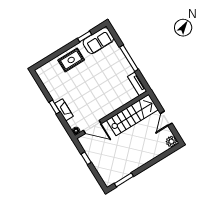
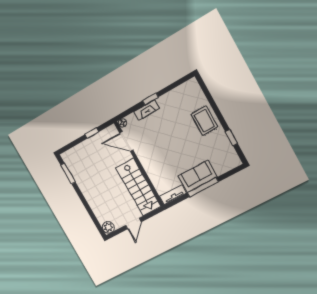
sofa: (98, 41) -> (198, 176), moved, turned 90
door: (166, 118) -> (133, 224), swing flipped
door: (92, 127) -> (126, 142), hinge flipped

